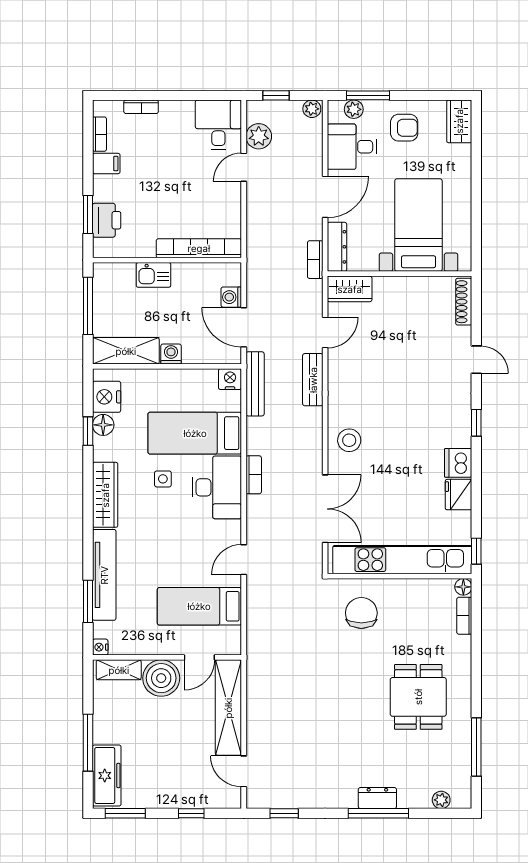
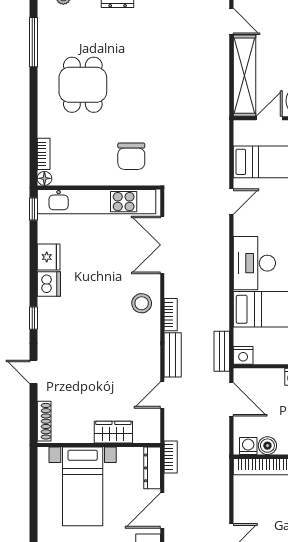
boiler: (201, 273) -> (267, 446), added
wardrobe: (350, 289) -> (113, 432), moved
washing machine: (231, 297) -> (248, 446), moved, turned -90
bench: (255, 384) -> (222, 351), width x0.73
bookcase: (254, 475) -> (171, 315), moved, turned 180

